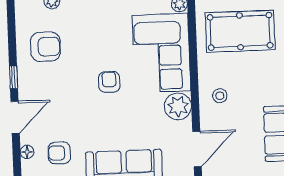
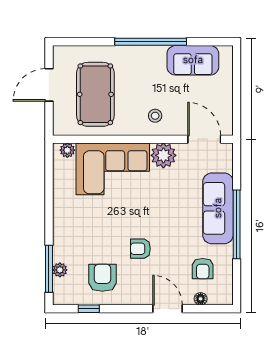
window: (13, 77) -> (89, 309), moved
armchair: (109, 82) -> (140, 249), moved

